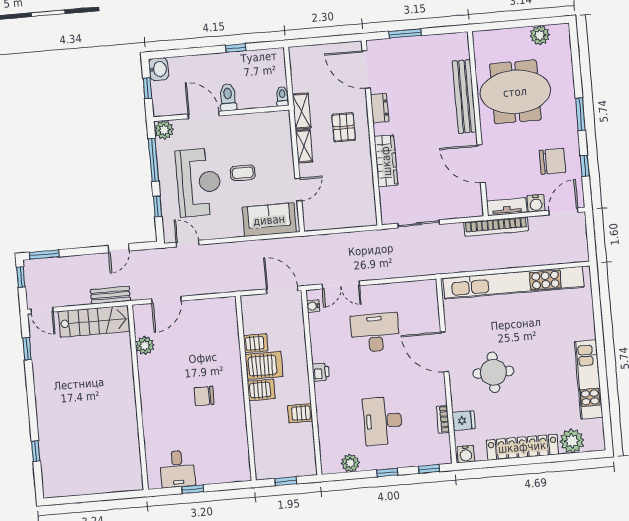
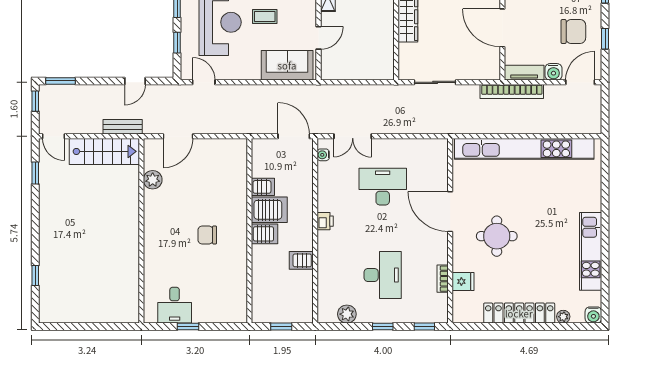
desk: (383, 421) -> (383, 275), turned 180
plant: (572, 441) -> (563, 317), width x0.53, depth x0.53
water cooler: (466, 454) -> (593, 315), moved

